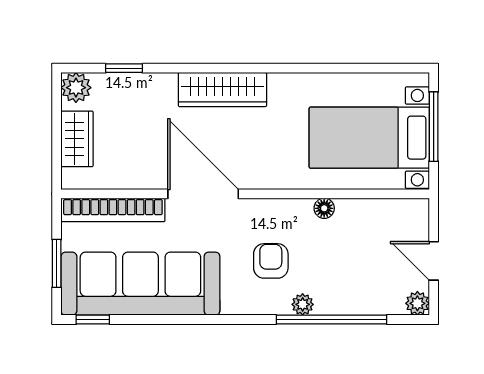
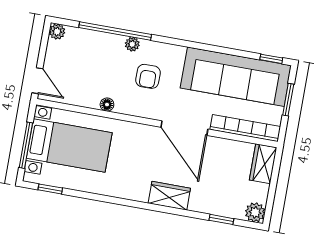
window: (386, 68) -> (50, 189), added
wardrobe: (222, 90) -> (169, 196), width x0.67
wardrobe: (77, 139) -> (263, 164), moved
door: (434, 261) -> (37, 81), moved

